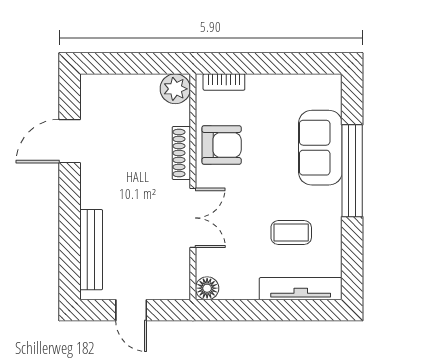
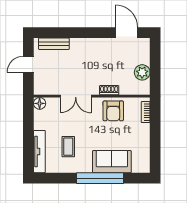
plant: (175, 89) -> (142, 72), moved
door: (70, 141) -> (126, 33), moved
shoe rack: (181, 153) -> (109, 90), width x0.70
bench: (91, 250) -> (54, 44), width x0.73

